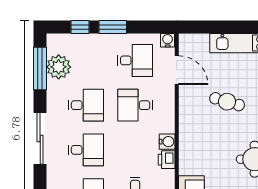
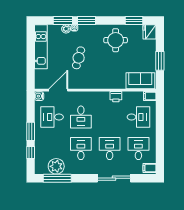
desk: (135, 60) -> (52, 117), turned -90
sliding door: (40, 138) -> (114, 178), moved
water cooler: (167, 142) -> (104, 96), removed

